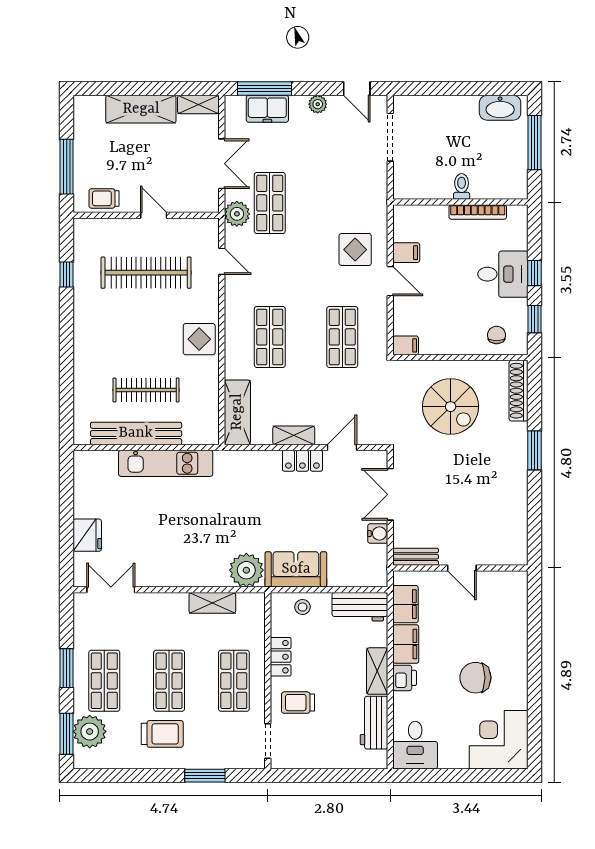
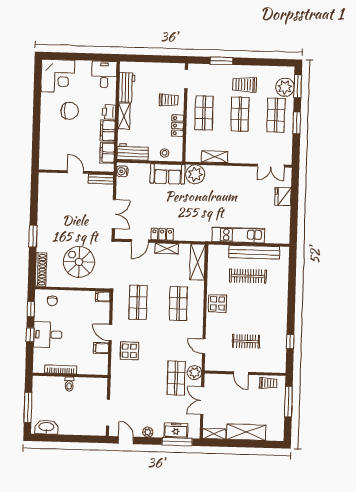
clothes rail: (146, 273) -> (246, 341), width x0.54, depth x0.76
water cooler: (378, 534) -> (122, 171), moved

